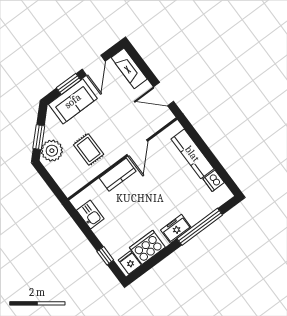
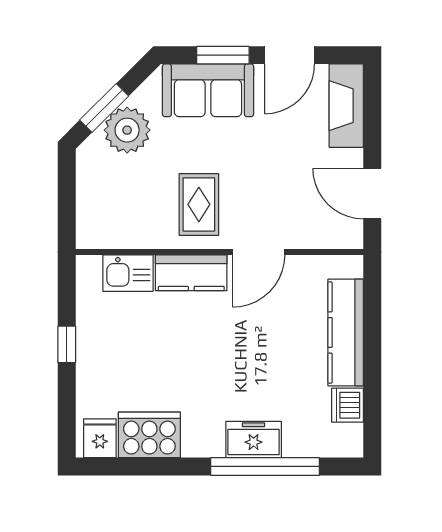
rug: (89, 149) -> (199, 204), moved
plant: (52, 151) -> (127, 130), moved
kitchen sink: (90, 214) -> (128, 273), moved, turned 90
freezer: (176, 229) -> (254, 440), moved
window: (105, 256) -> (67, 344), moved

